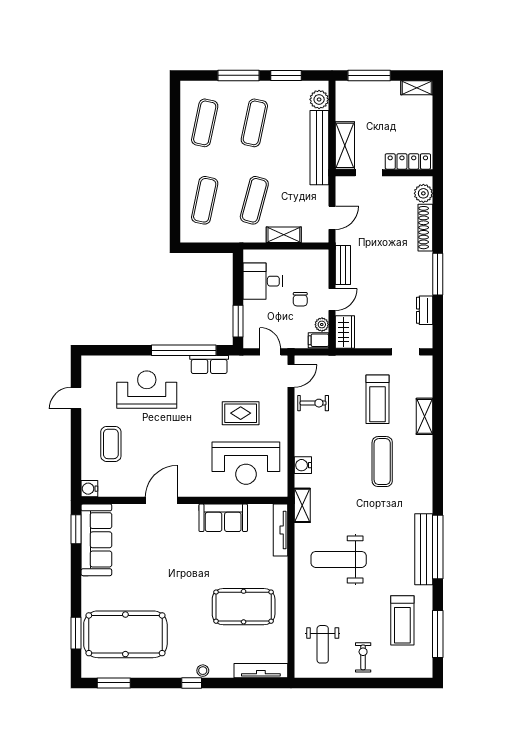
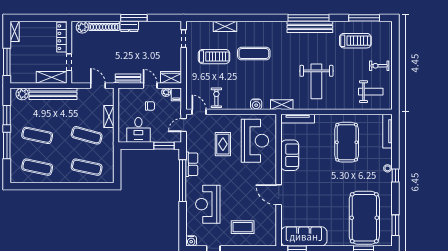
dresser: (425, 310) -> (129, 26), moved
water cooler: (89, 489) -> (191, 241), moved

